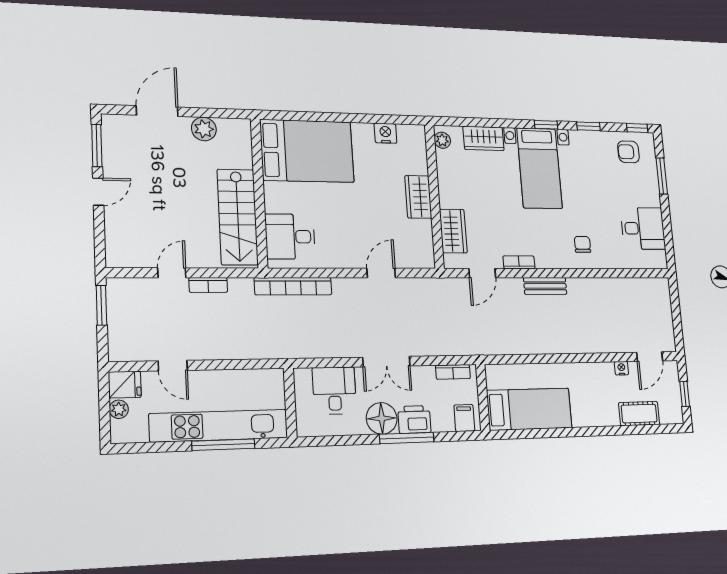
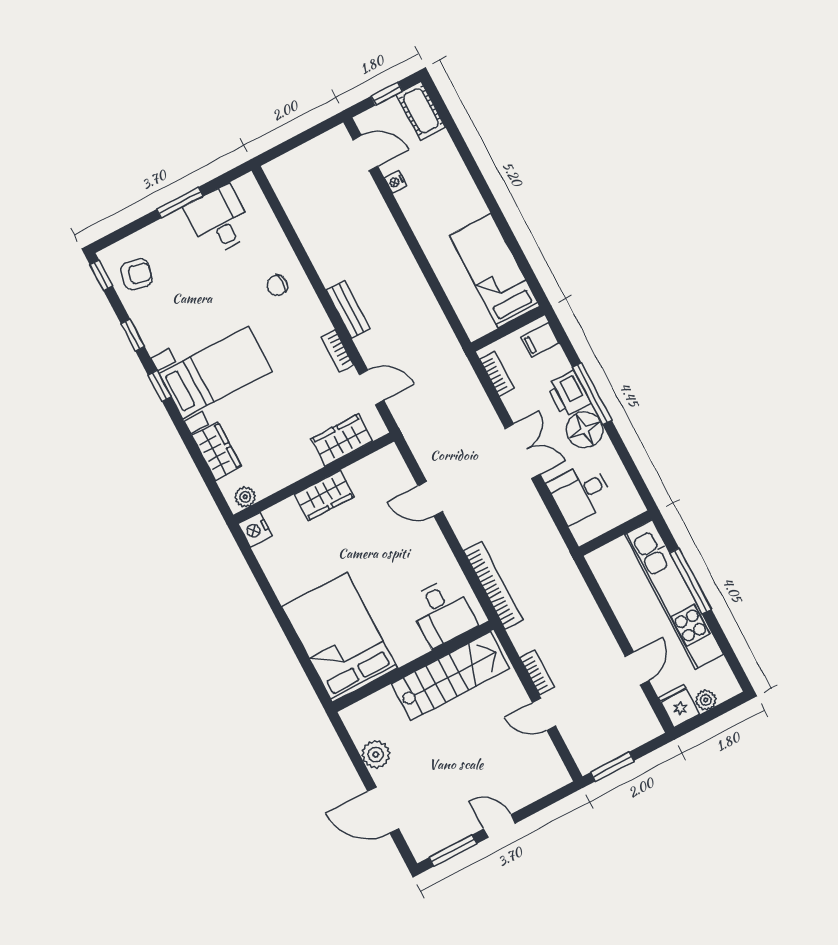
nightstand: (385, 133) -> (255, 530), moved
armchair: (628, 152) -> (136, 274), turned -77
window: (662, 176) -> (180, 203), moved
cot: (639, 414) -> (421, 111), moved

